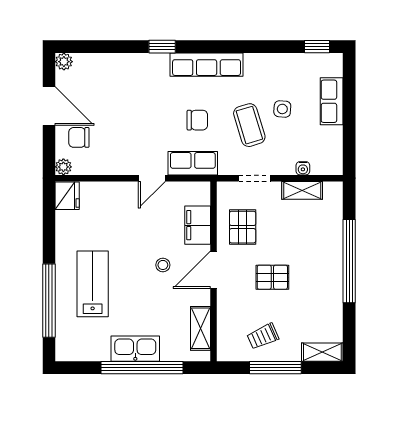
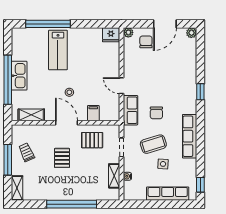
row of seats: (207, 65) -> (190, 136), moved
row of seats: (332, 101) -> (168, 194), width x1.48
filing cabinet: (198, 225) -> (93, 113), width x0.50
lab bench: (93, 284) -> (58, 50), turned 90

